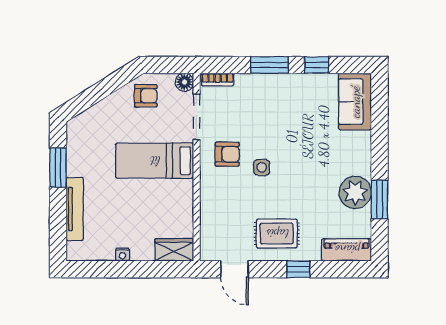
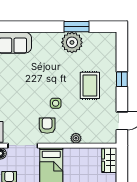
plant: (208, 199) -> (76, 138), added
rug: (277, 234) -> (90, 85), moved
piano: (347, 250) -> (109, 48), removed

